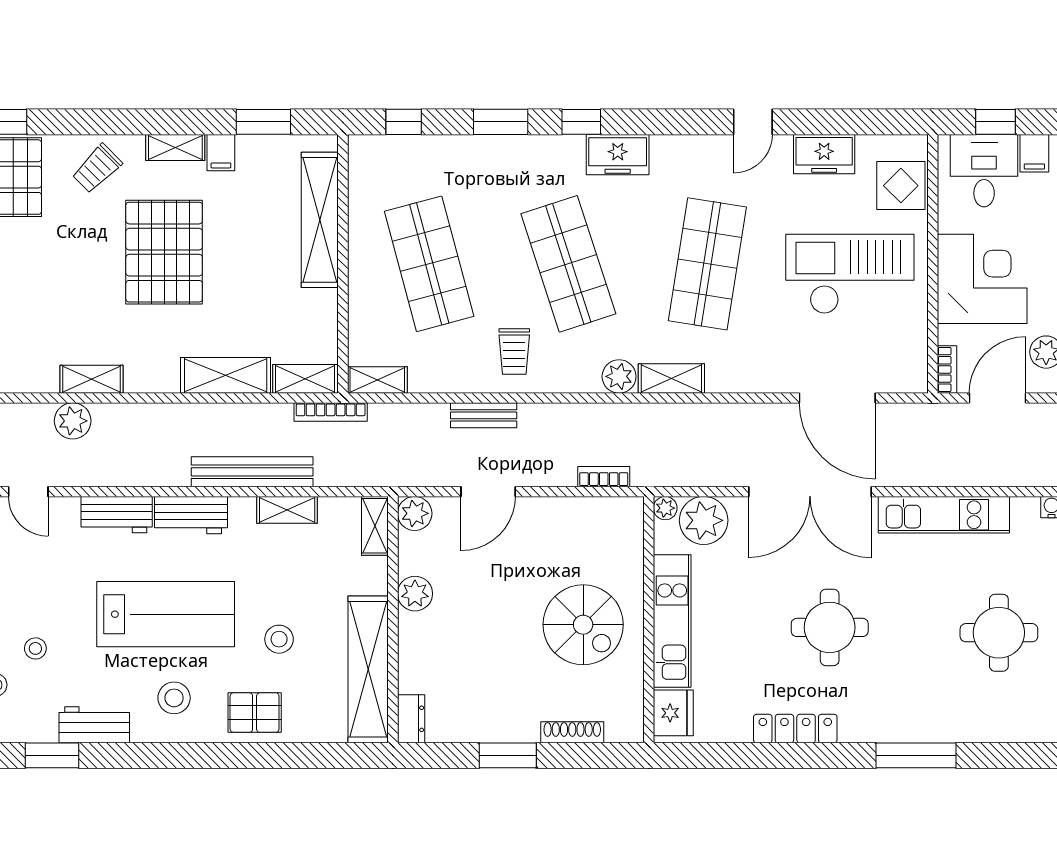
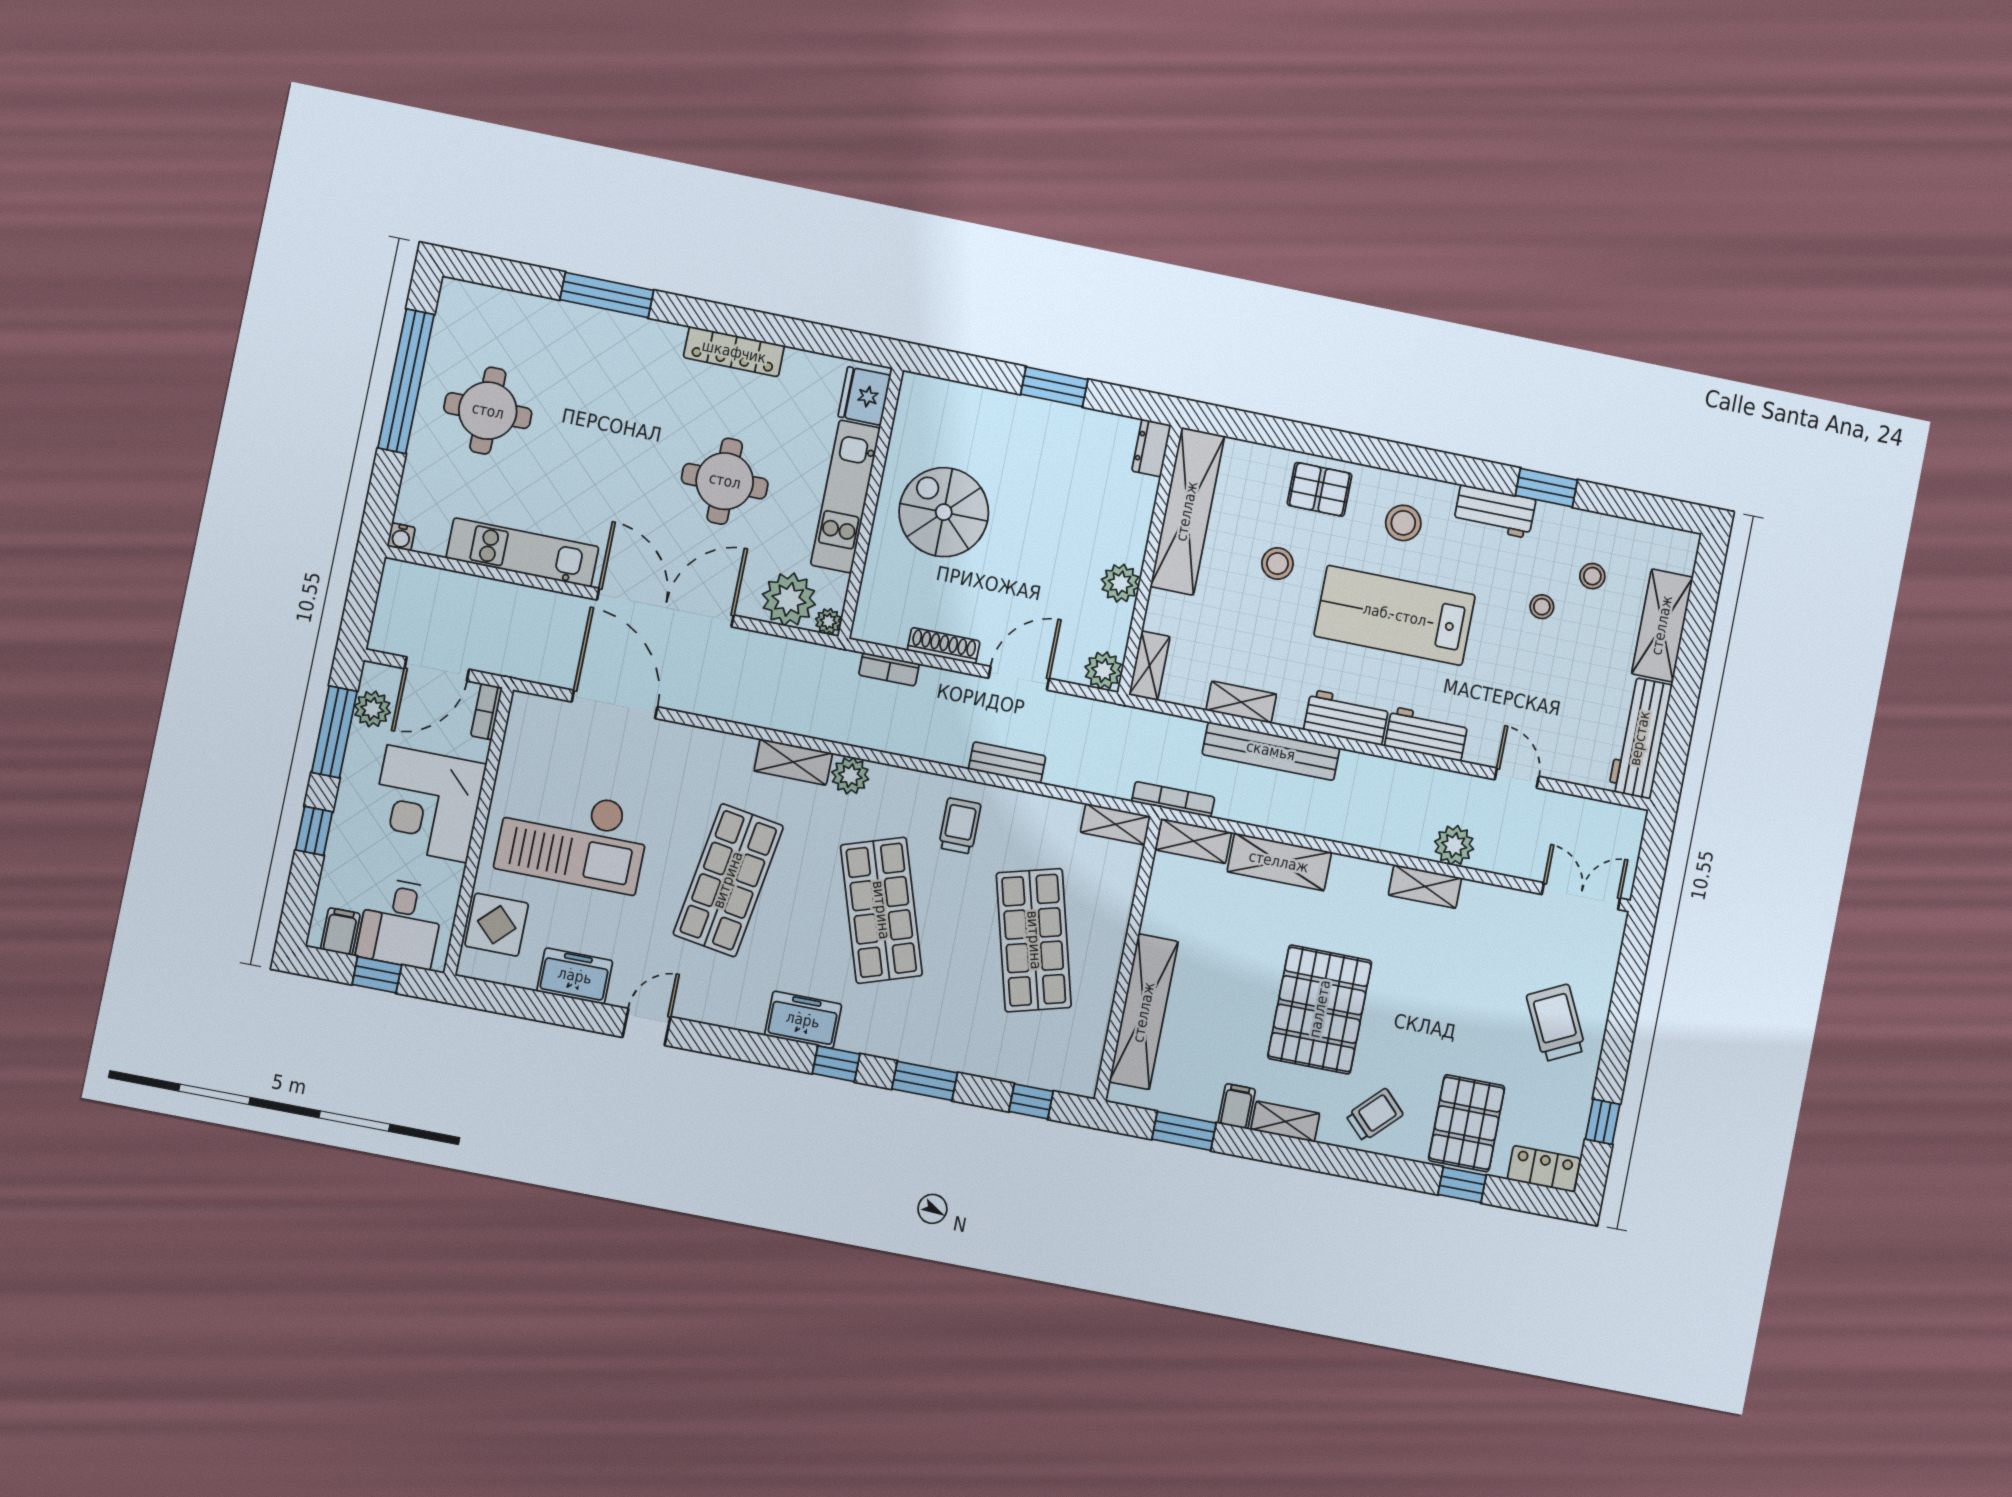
round table: (830, 627) -> (725, 481), moved
shoe rack: (572, 732) -> (944, 646), moved, turned 180

